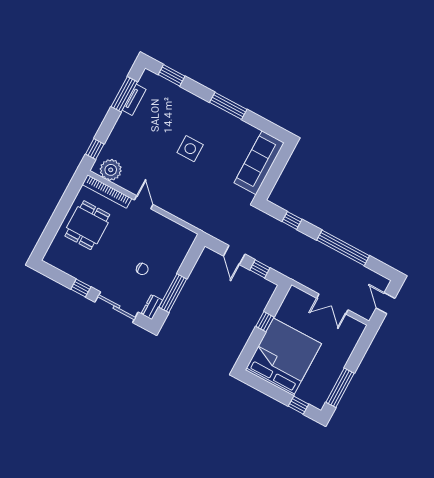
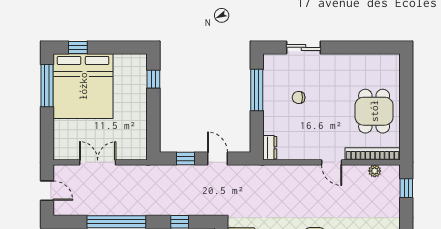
plant: (111, 170) -> (375, 171), width x0.53, depth x0.53
window: (81, 288) -> (348, 47), removed
sliding door: (117, 307) -> (303, 47), width x0.73
dresser: (152, 307) -> (270, 148), moved
window: (265, 322) -> (153, 79), moved
bed: (283, 357) -> (83, 86), moved

